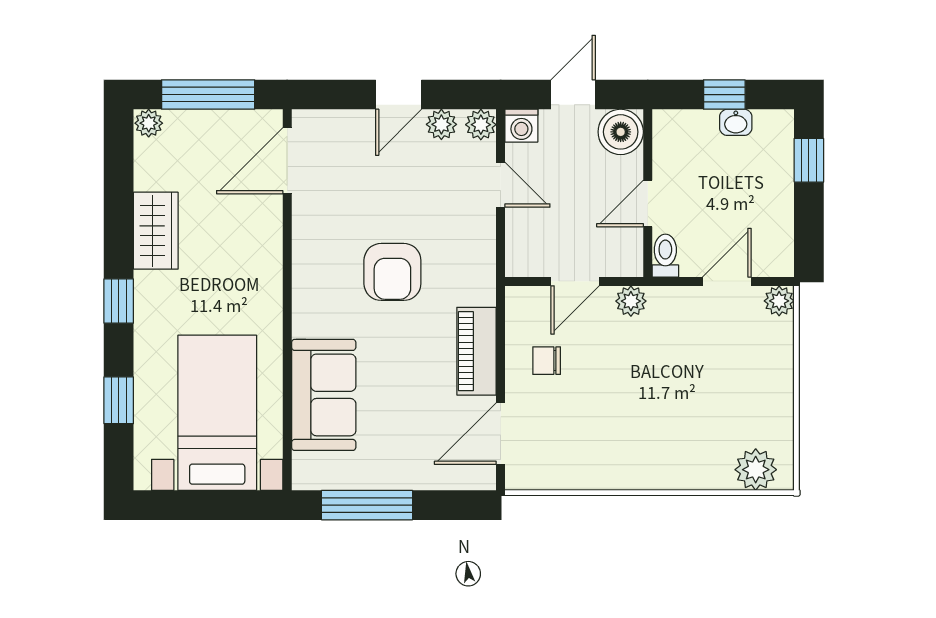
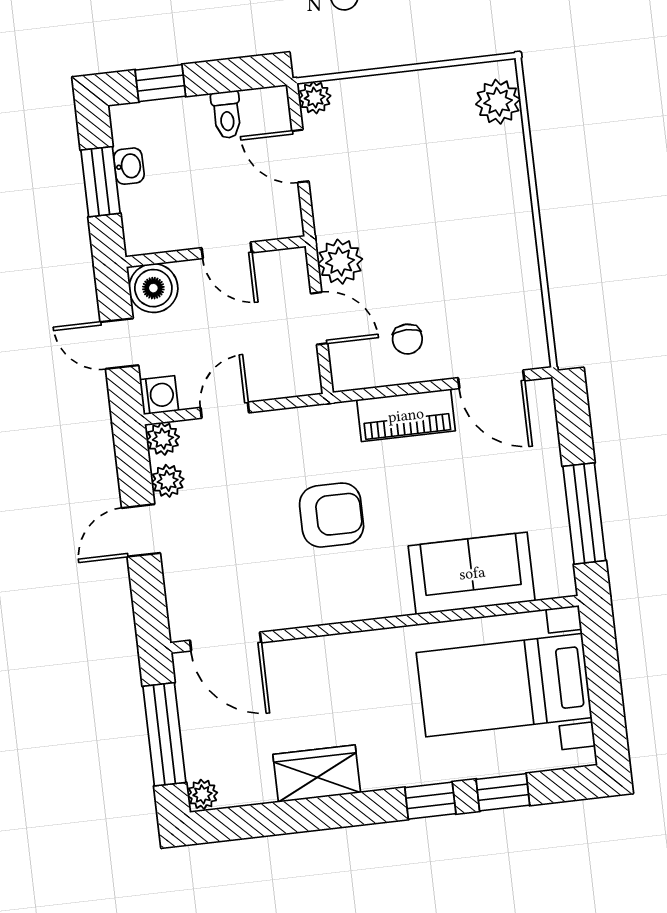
door: (399, 95) -> (141, 530), swing flipped
window: (724, 95) -> (101, 182), width x1.50
toilet: (665, 256) -> (227, 115), moved, turned -90
window: (119, 301) -> (430, 801), moved
plant: (631, 301) -> (340, 262), width x1.38, depth x1.38

